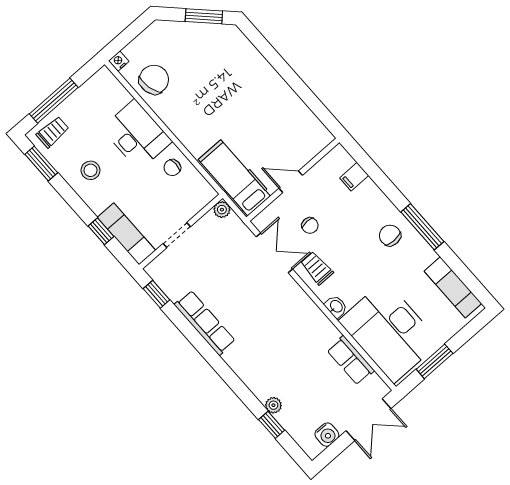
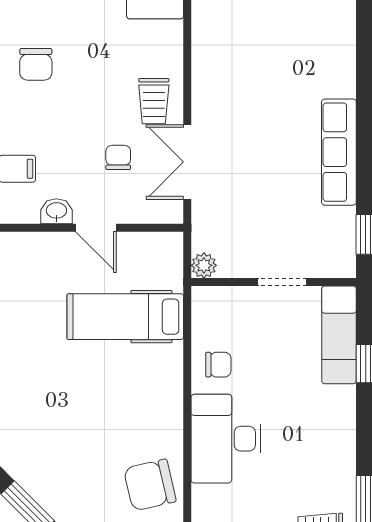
stool: (91, 170) -> (316, 445), removed
hospital bed: (234, 178) -> (125, 317), moved, turned 90
washbasin: (336, 307) -> (56, 211), moved, turned 90

